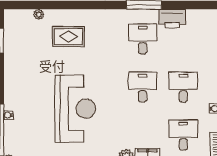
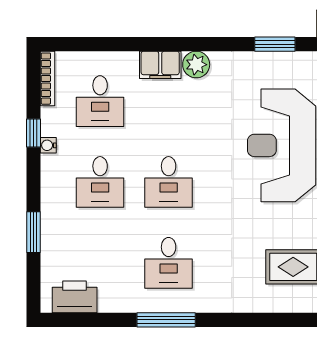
printer: (172, 19) -> (75, 297), moved

